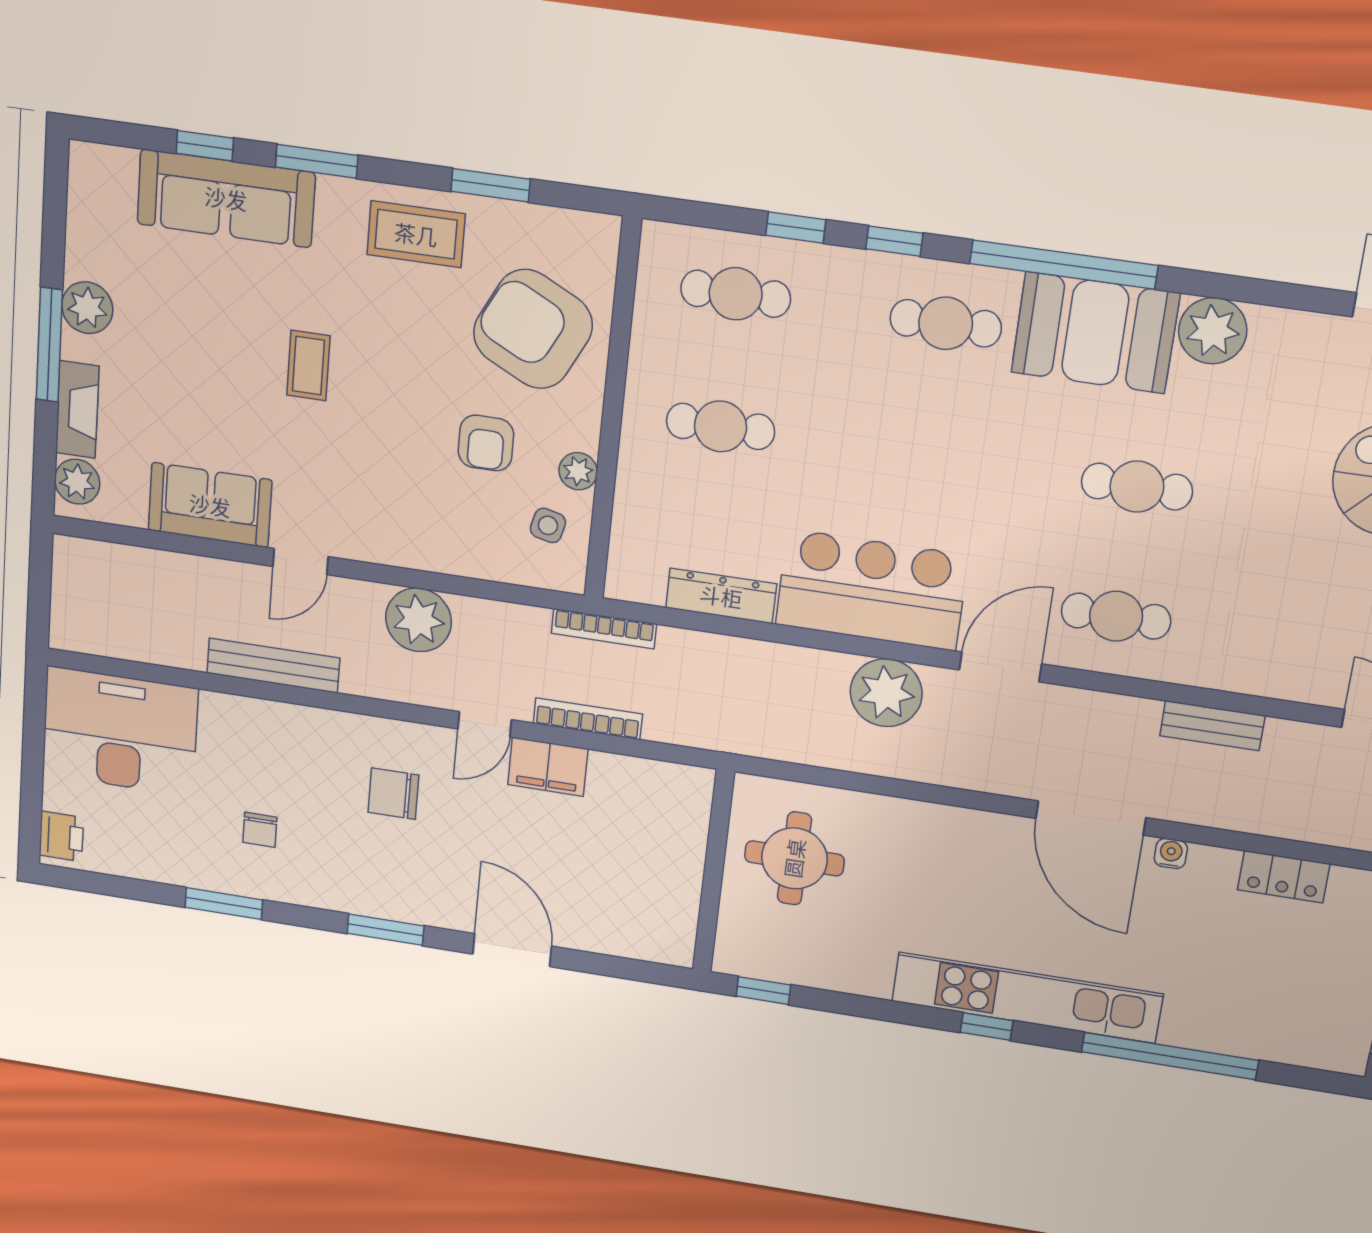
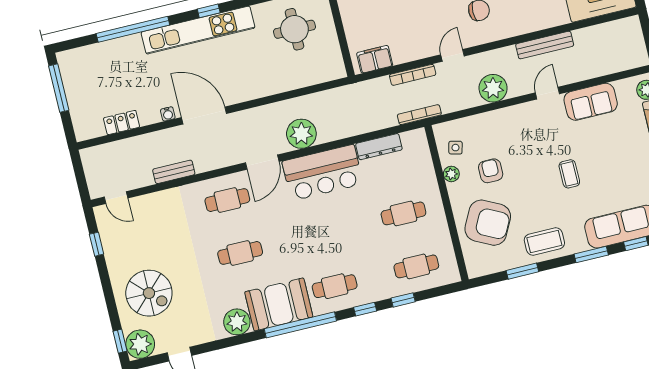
filing cabinet: (548, 767) -> (375, 59), moved
round table: (794, 858) -> (294, 29), moved

